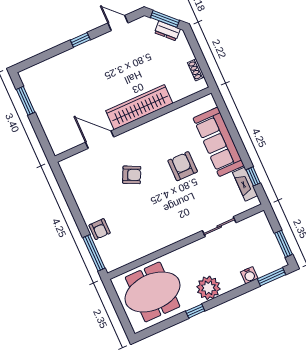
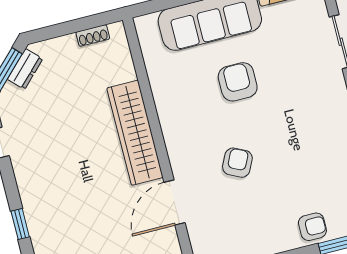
window: (80, 40) -> (20, 224), moved
armchair: (183, 166) -> (238, 82), turned 90

